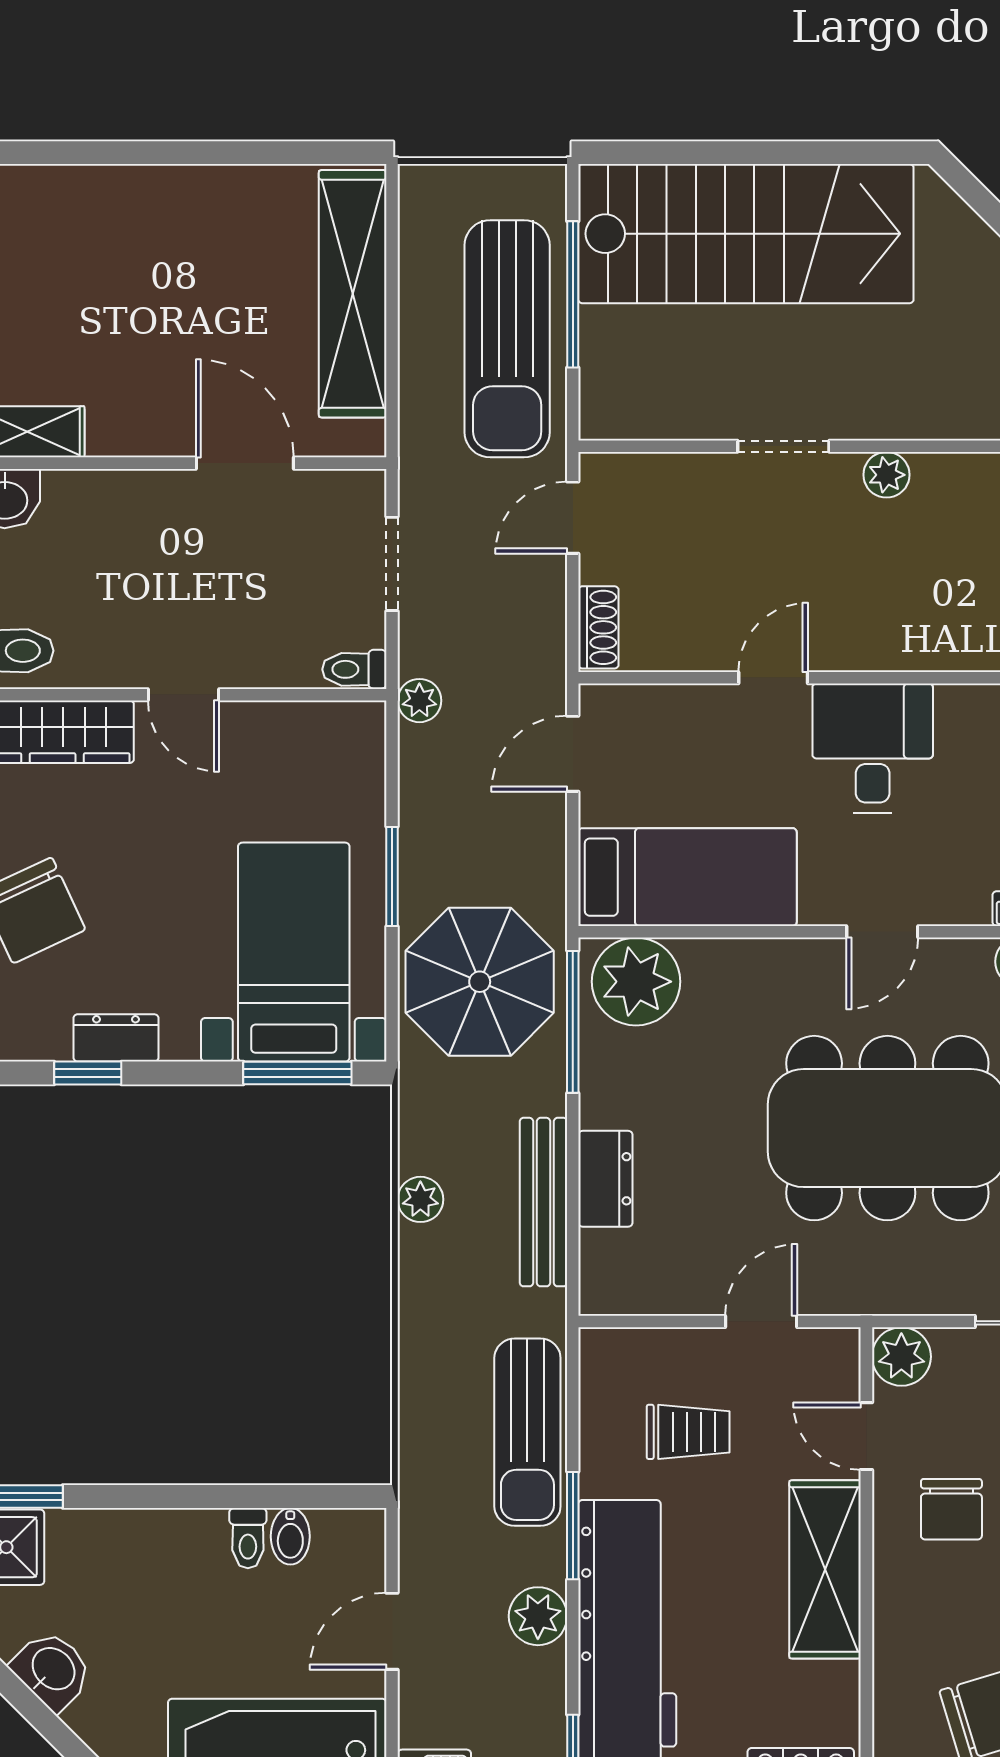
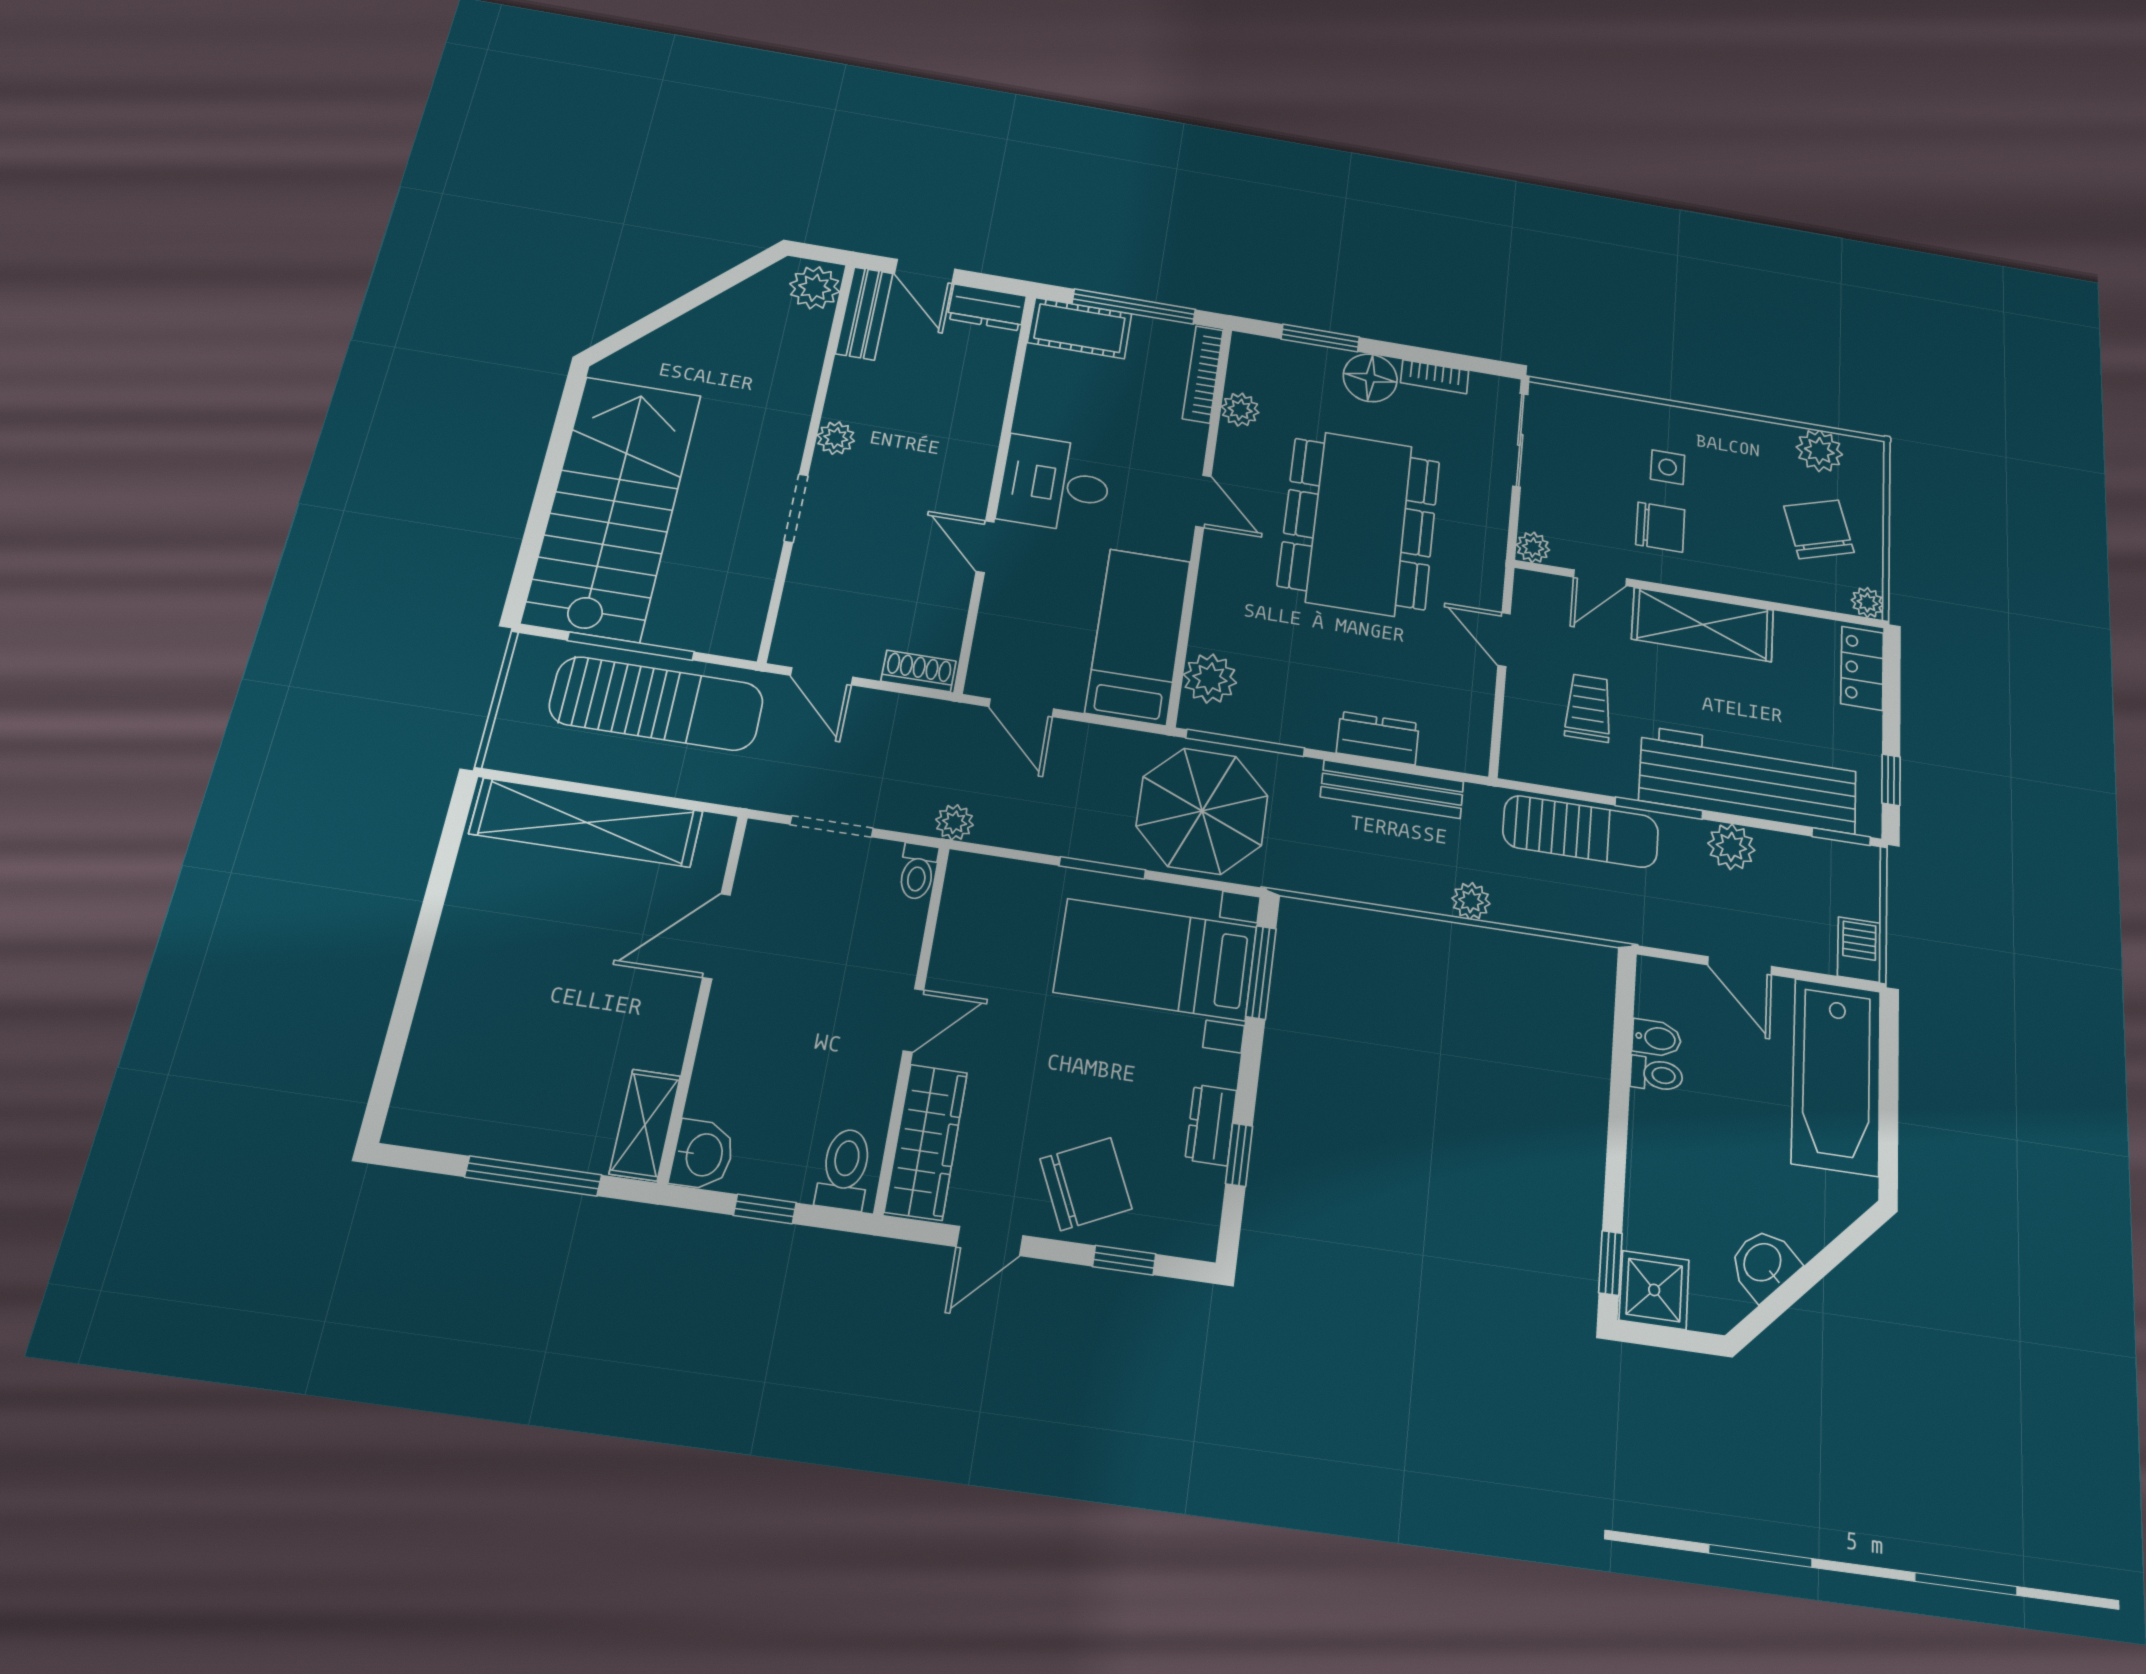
plant: (636, 982) -> (1210, 679), width x0.73, depth x0.73
plant: (420, 1199) -> (1471, 901), moved
plant: (901, 1357) -> (1533, 547), width x0.73, depth x0.73

